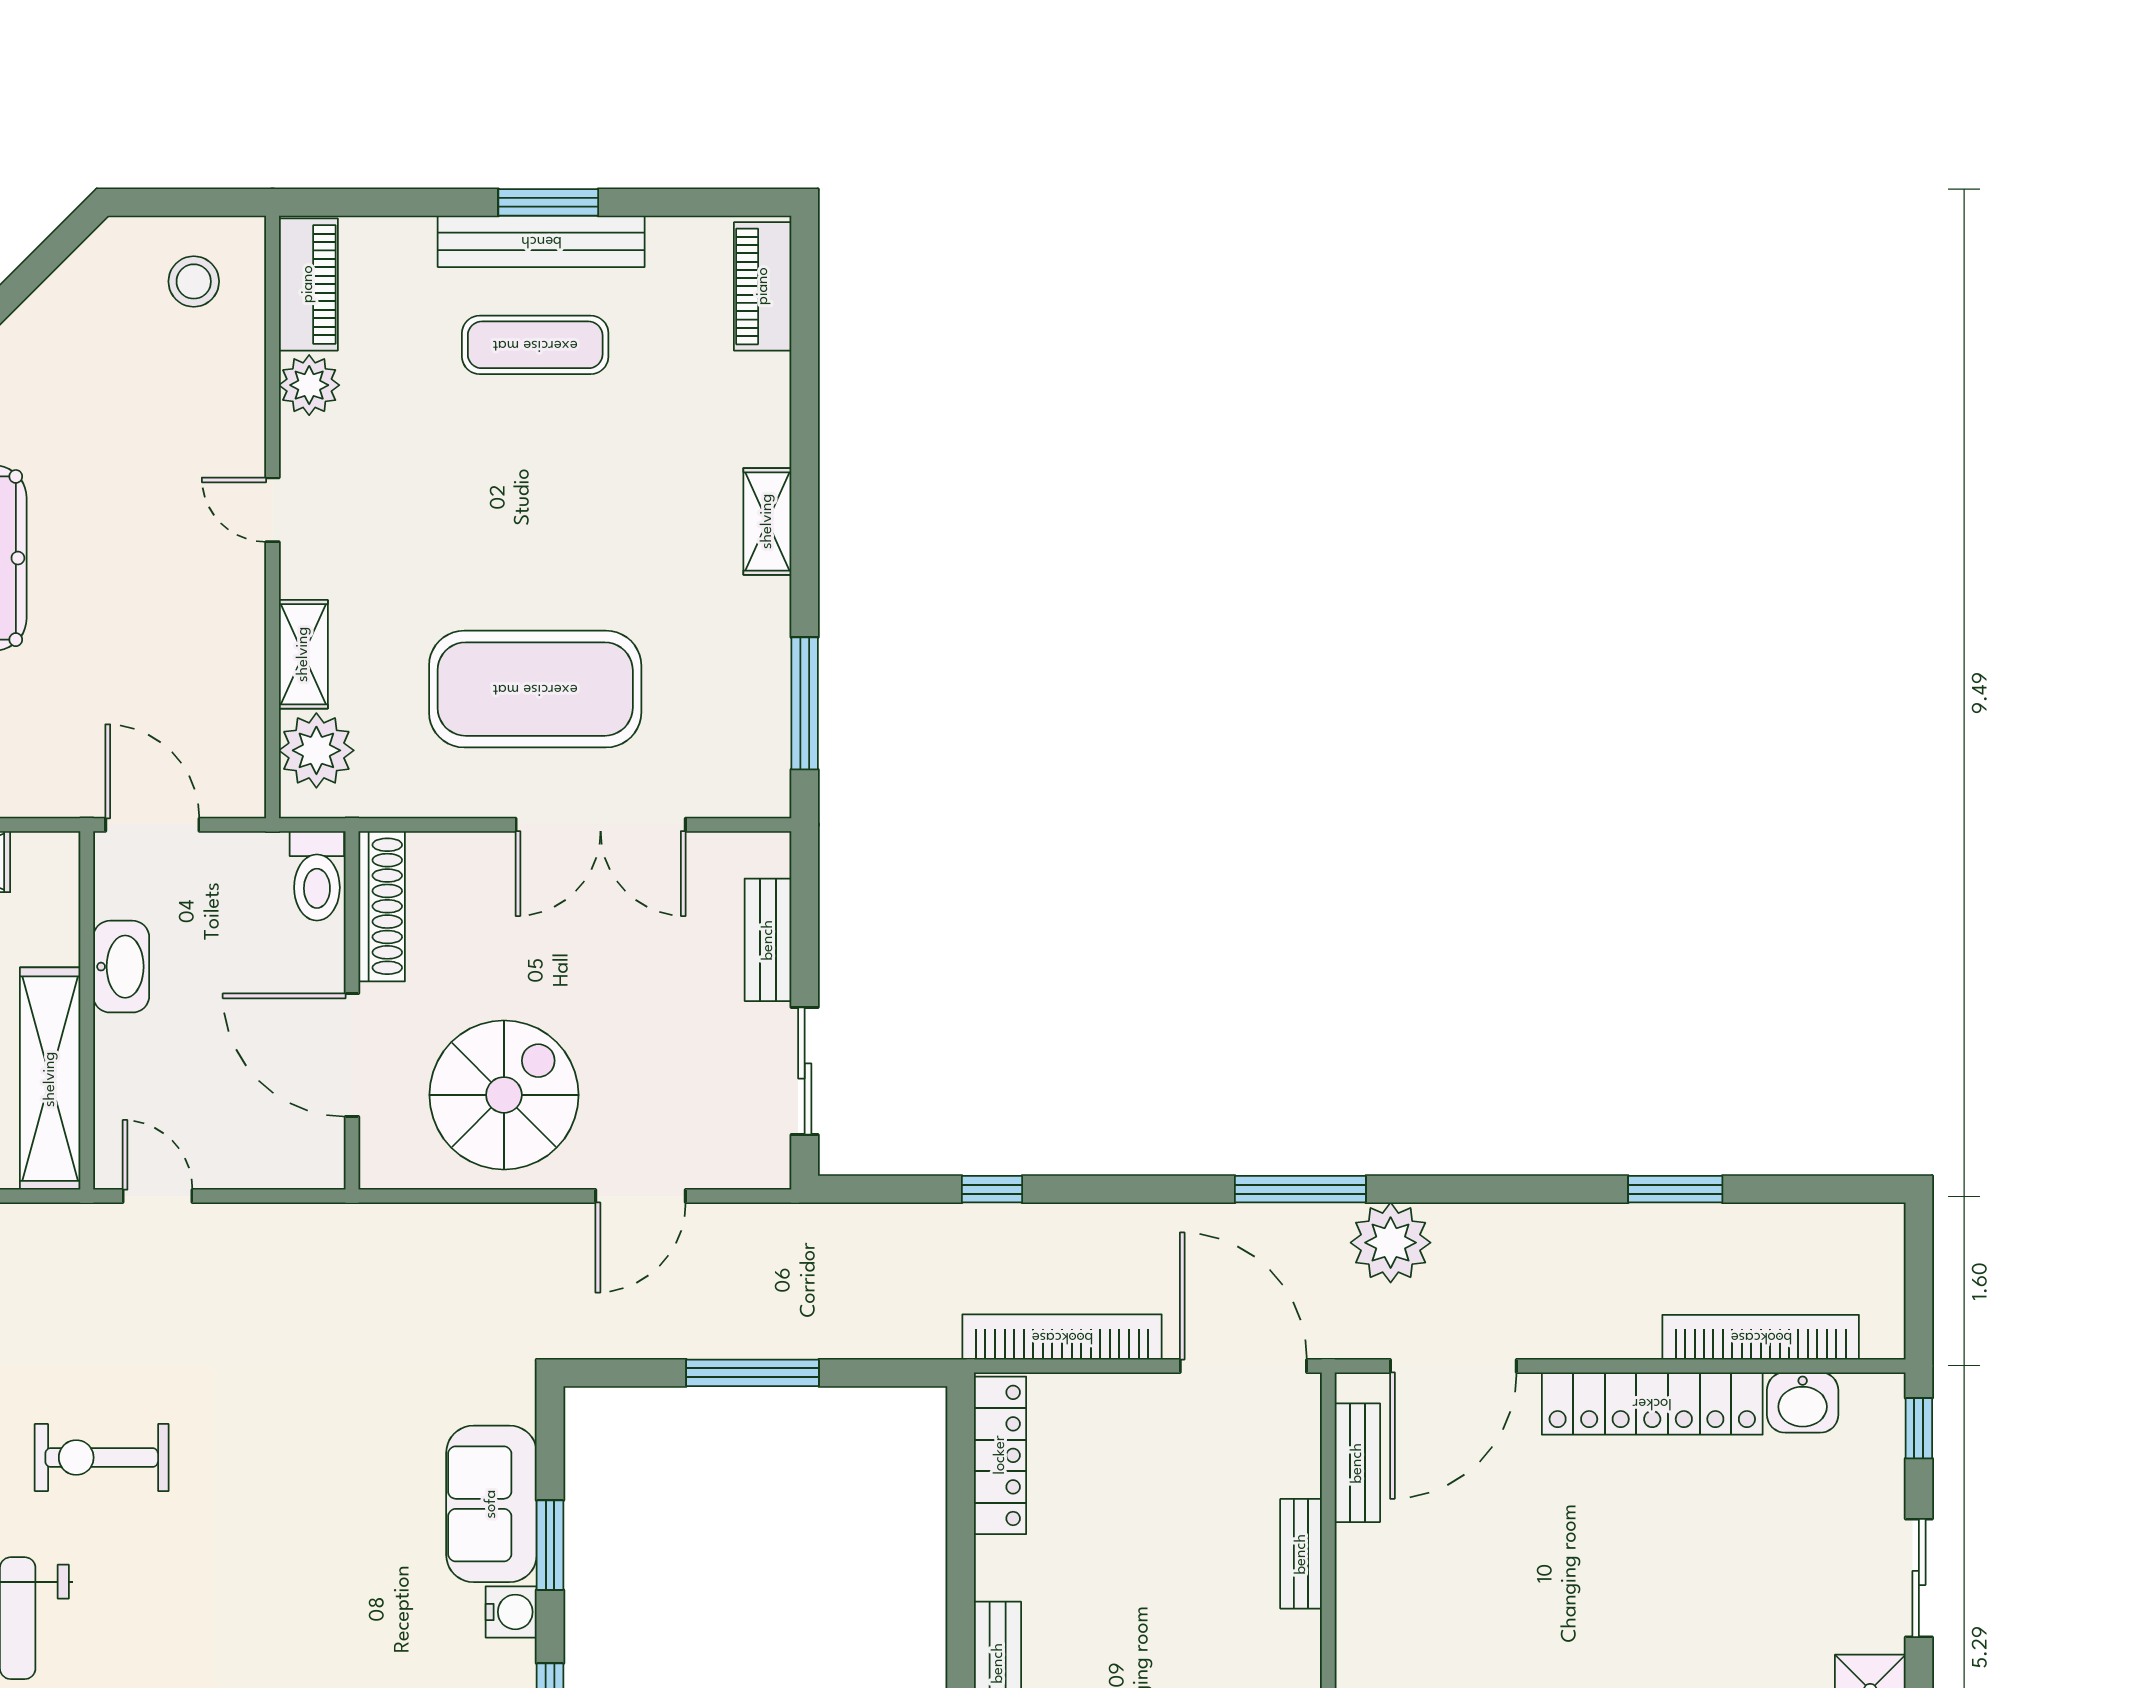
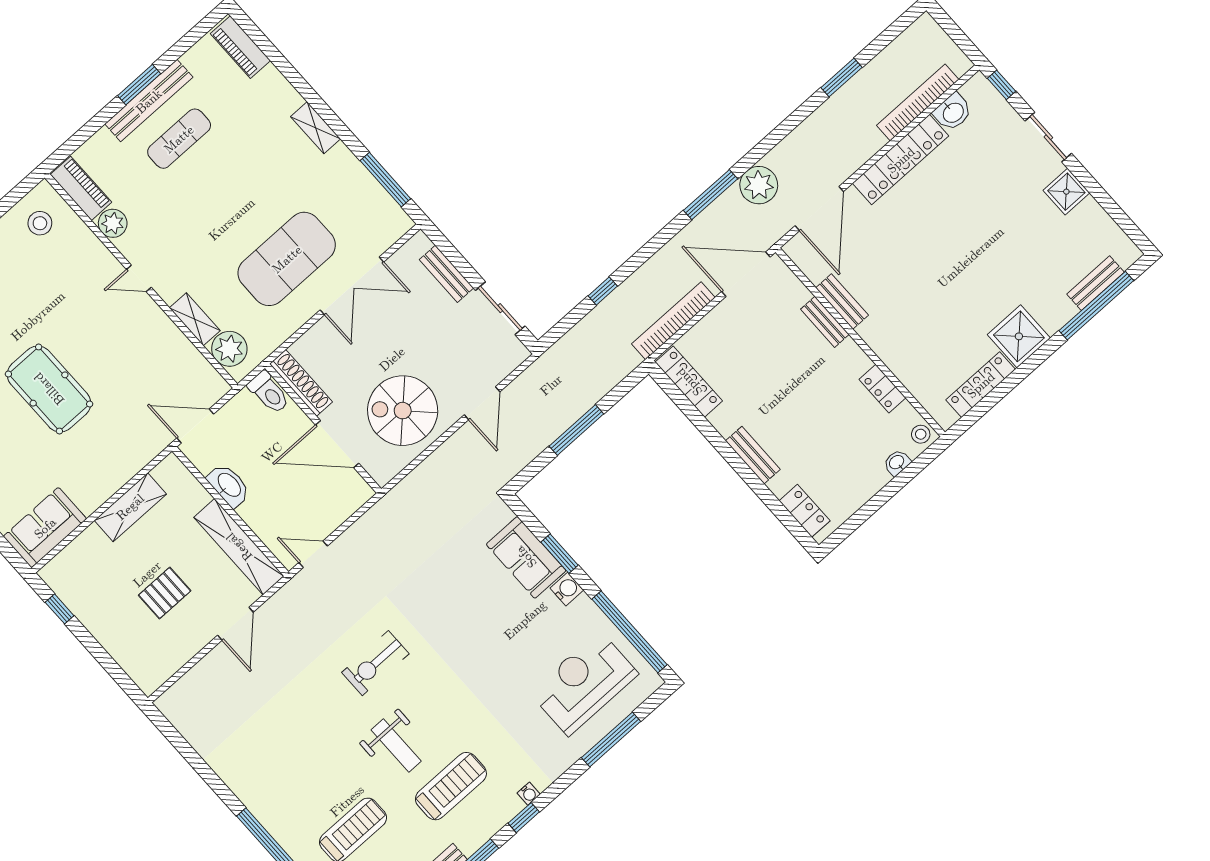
spiral stairs: (504, 1095) -> (403, 411), turned -90
bench: (1357, 1463) -> (842, 302), moved

